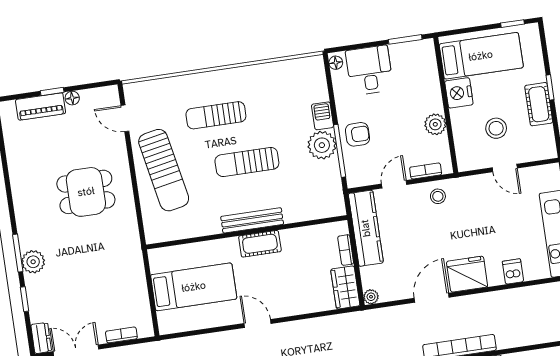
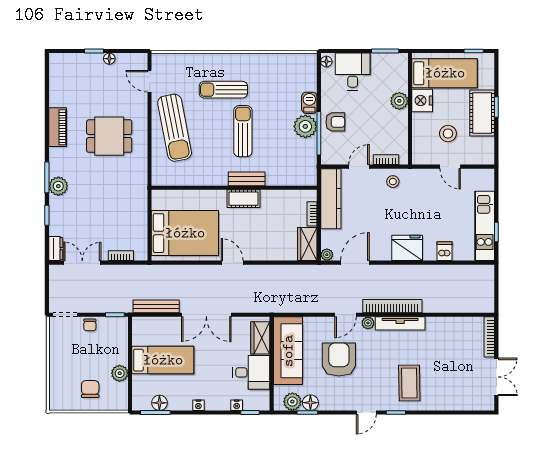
cot: (539, 104) -> (482, 113), width x1.37, depth x1.34
piano: (41, 106) -> (58, 127), moved, turned -90
plant: (435, 124) -> (399, 101), moved
sun lounger: (247, 162) -> (243, 131), turned 90
bench: (252, 220) -> (247, 179), width x0.73
bed: (194, 287) -> (185, 233), width x1.50
door: (432, 298) -> (355, 263), moved

